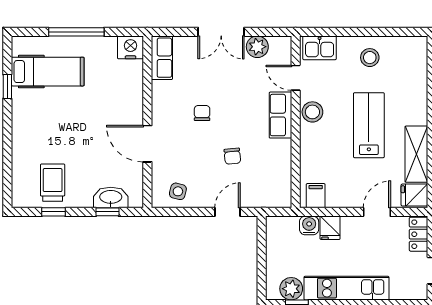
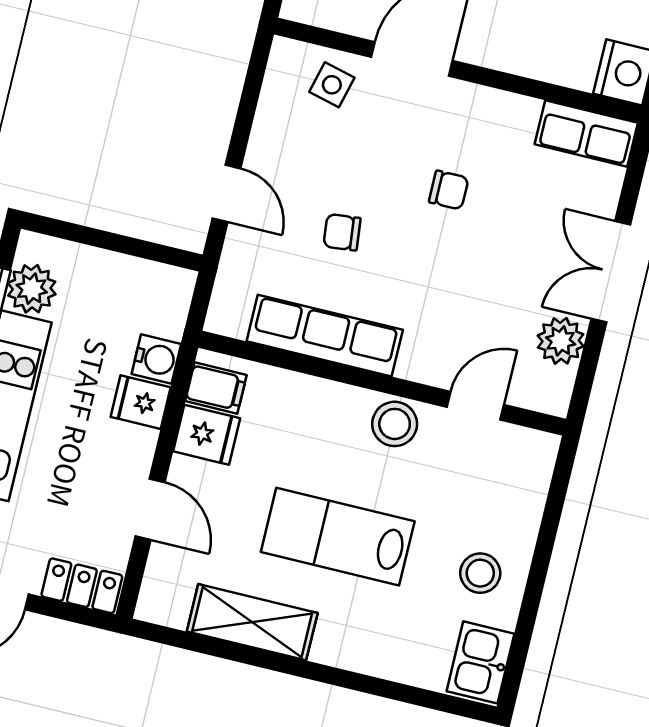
kitchen sink: (320, 48) -> (480, 662), moved
row of seats: (280, 115) -> (325, 336), moved, width x1.48
lab bench: (369, 125) -> (338, 537), turned 180
side table: (178, 191) -> (332, 85), moved
fridge: (414, 195) -> (207, 435), moved, turned 90

